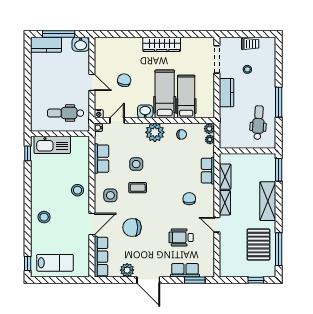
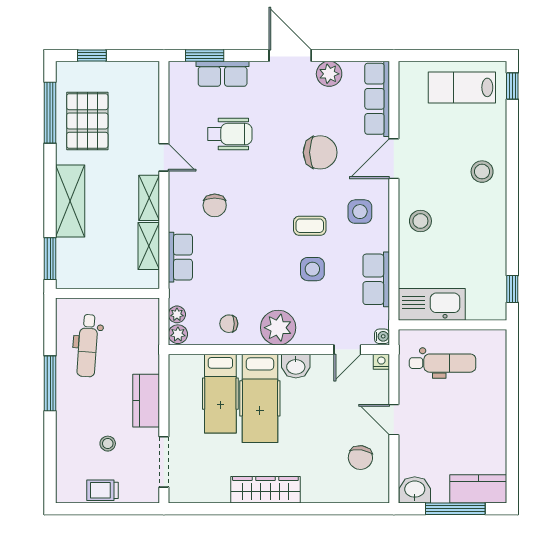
chair: (124, 80) -> (360, 458), moved
kitchen sink: (52, 145) -> (432, 304), moved

